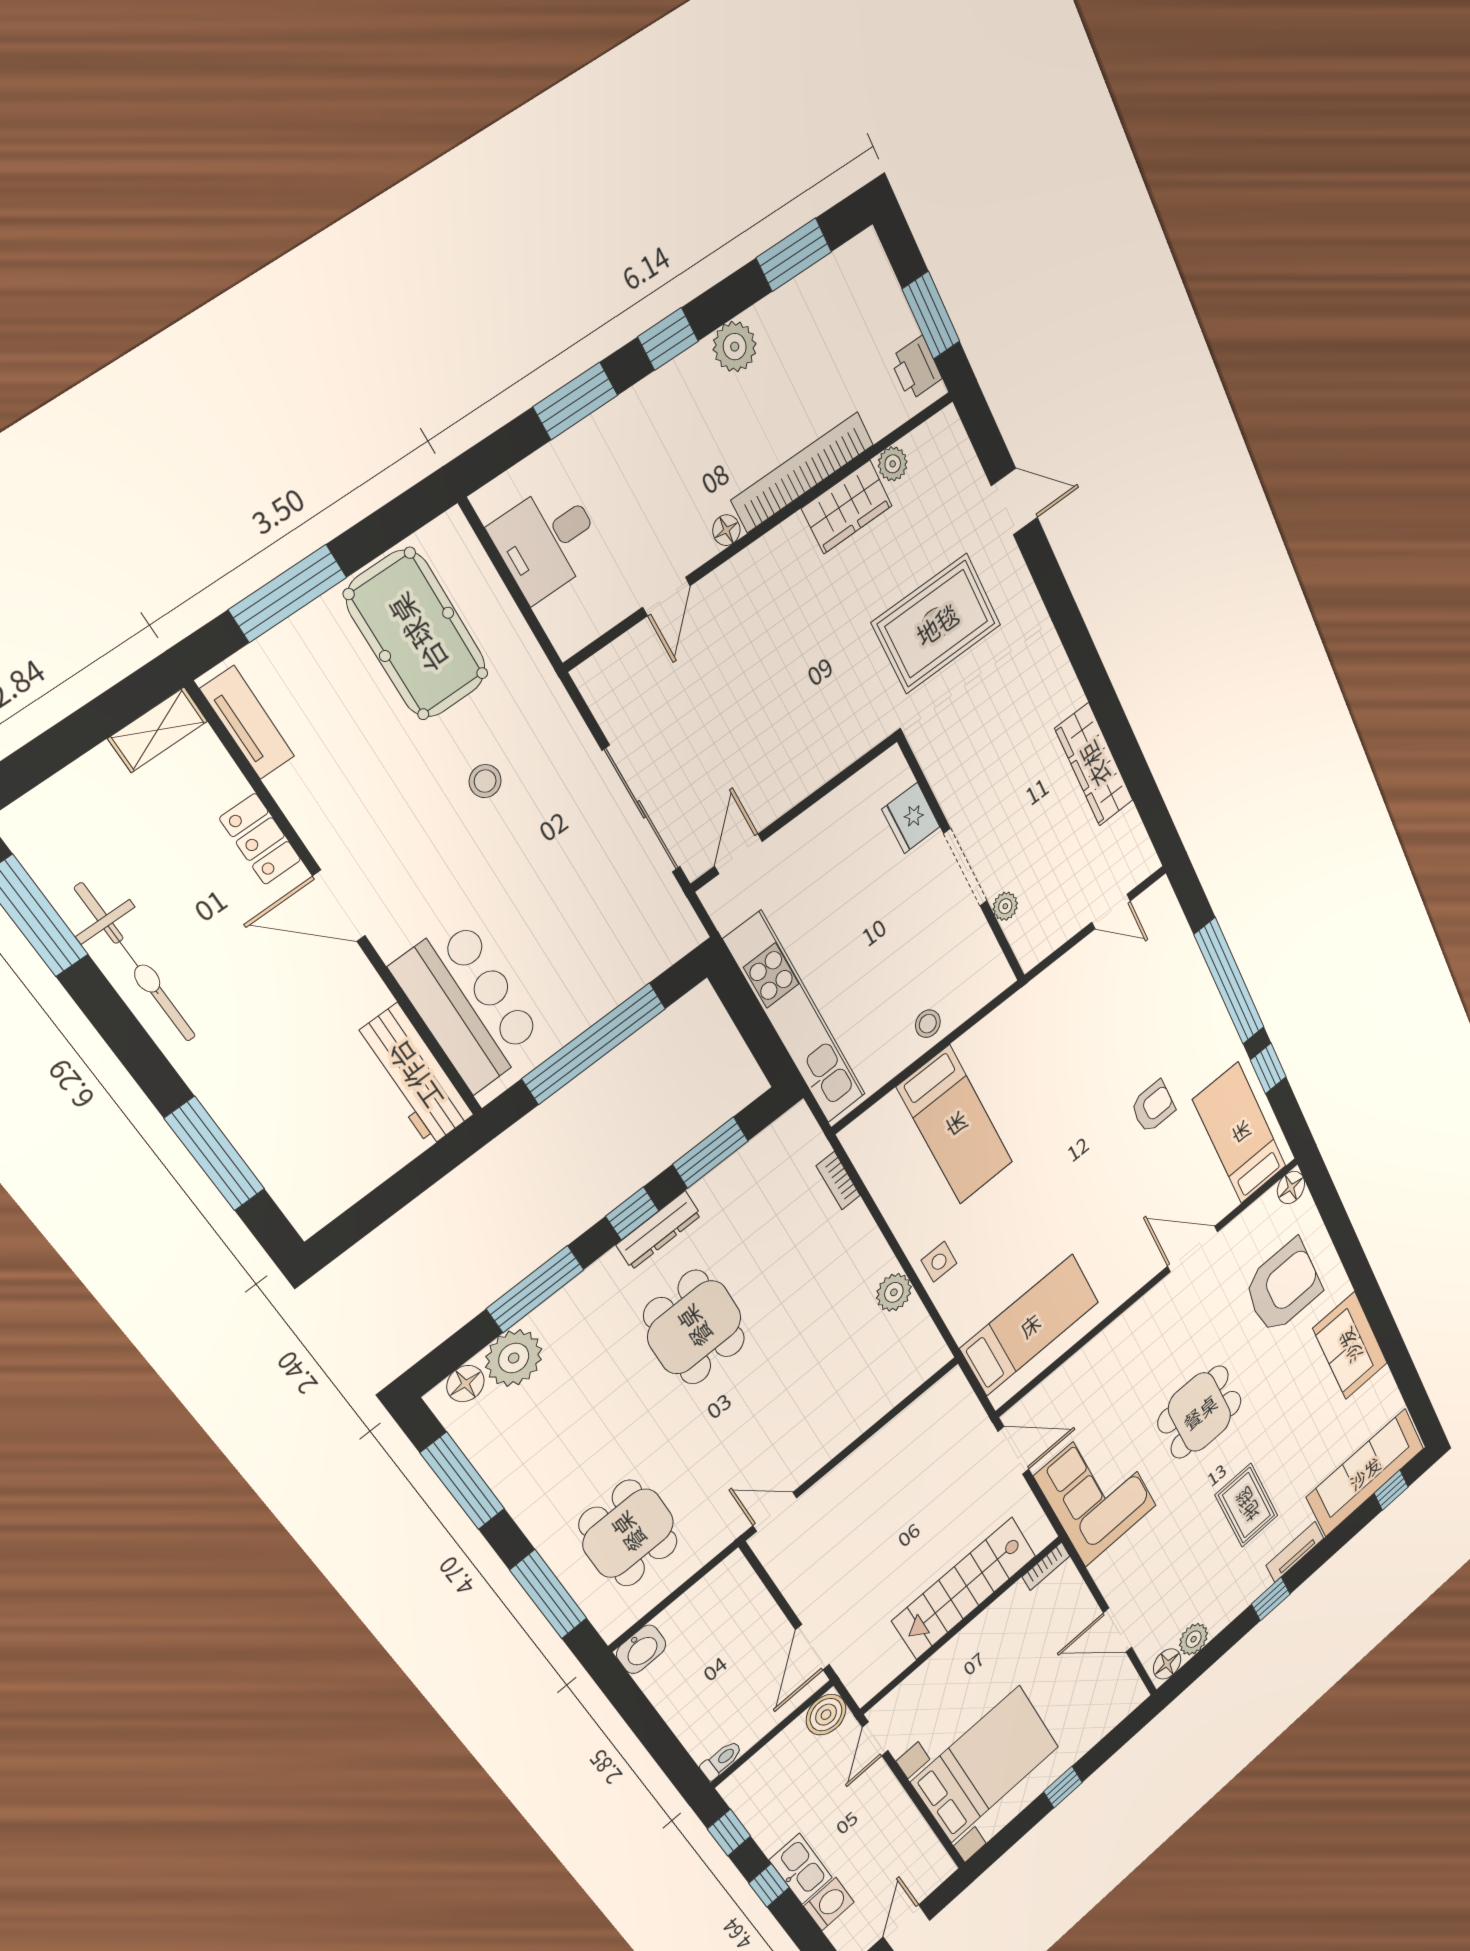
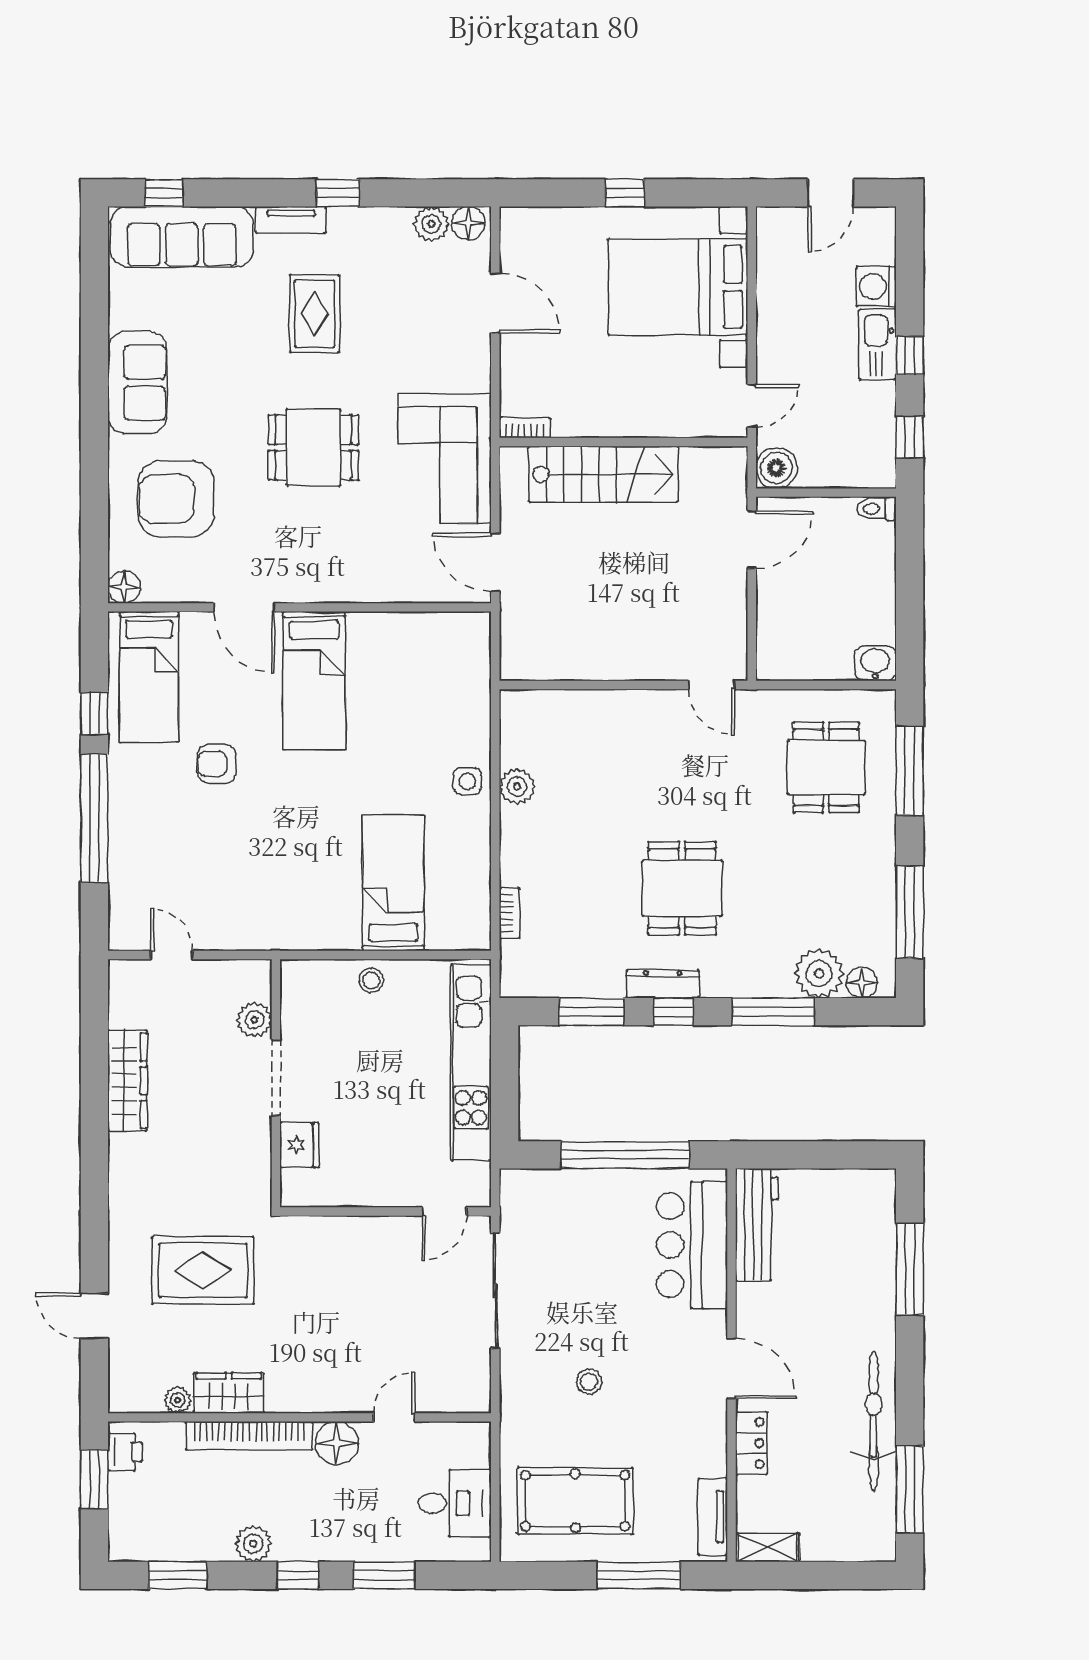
floor lamp: (726, 530) -> (337, 1443), width x1.89, depth x1.89
pool table: (417, 634) -> (575, 1501), turned 90
plant: (1005, 906) -> (255, 1020), width x1.38, depth x1.38
bed: (1030, 1325) -> (314, 681), moved, turned -90

